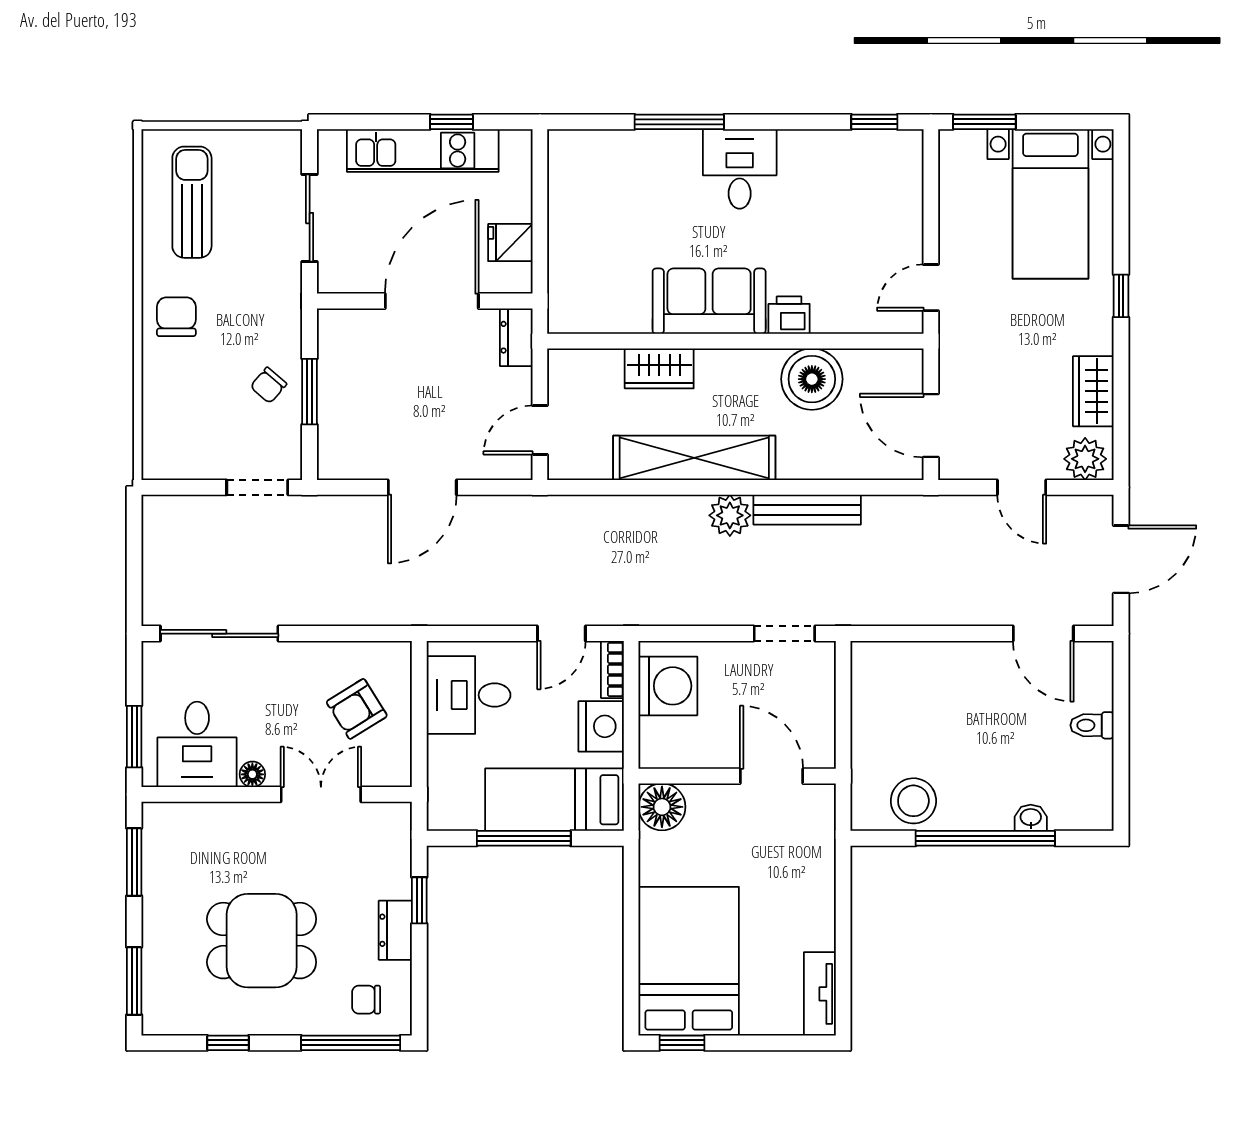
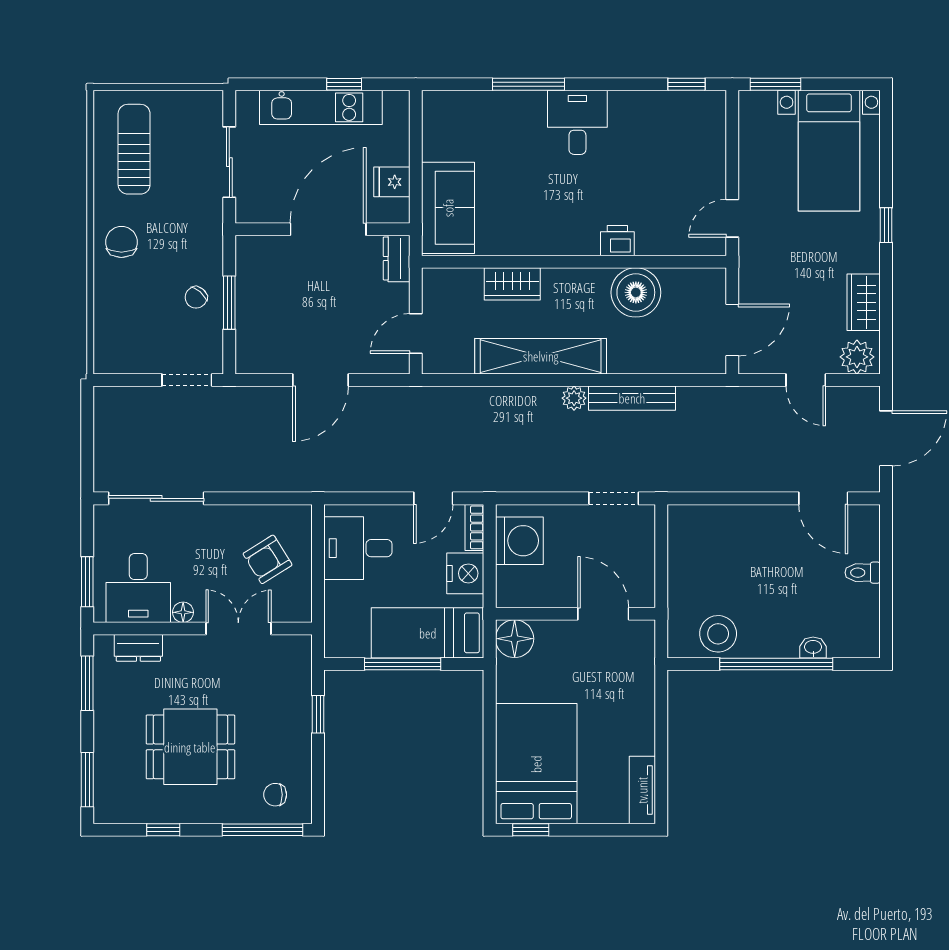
sofa: (709, 301) -> (448, 208), moved, turned 90
door: (931, 426) -> (732, 330), swing flipped
plant: (730, 515) -> (574, 398), width x0.73, depth x0.73
dresser: (395, 930) -> (138, 648), moved, turned -90

